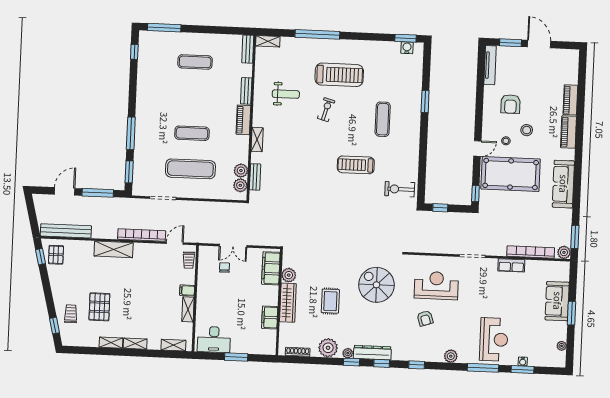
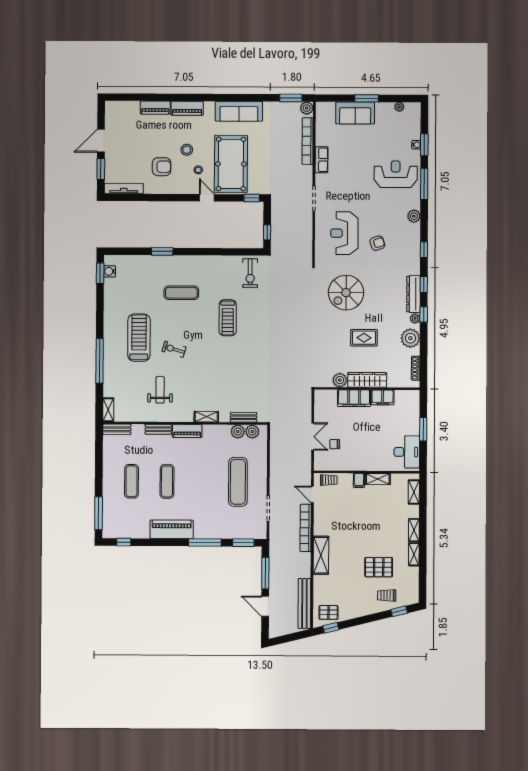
piano: (145, 100) -> (172, 529), added
exercise mat: (192, 133) -> (167, 481), moved
filing cabinet: (271, 268) -> (354, 398), moved

